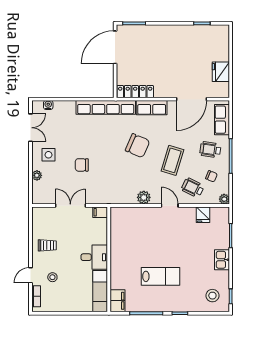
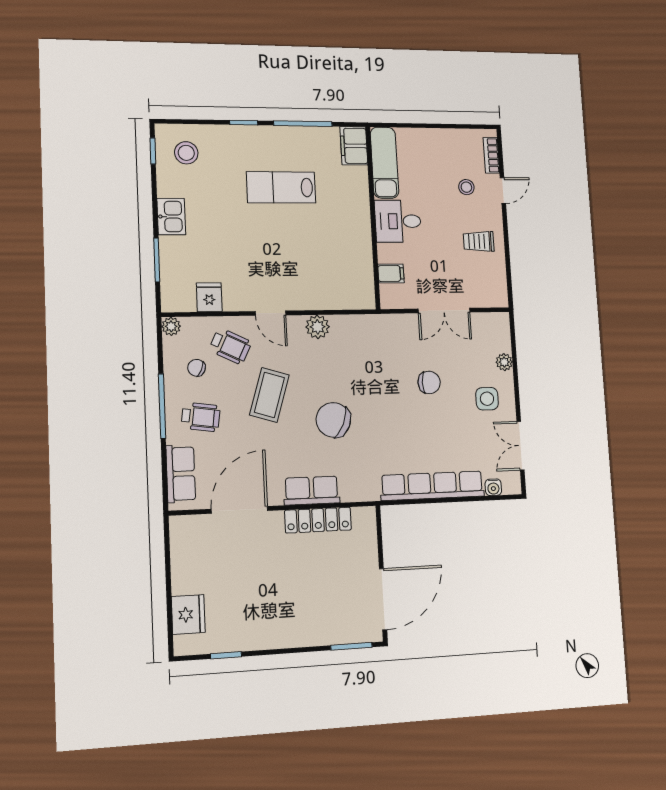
fridge: (221, 72) -> (188, 614), moved
locker: (135, 92) -> (318, 520), moved
row of seats: (106, 107) -> (432, 486), moved
filing cabinet: (100, 212) -> (391, 273), moved

